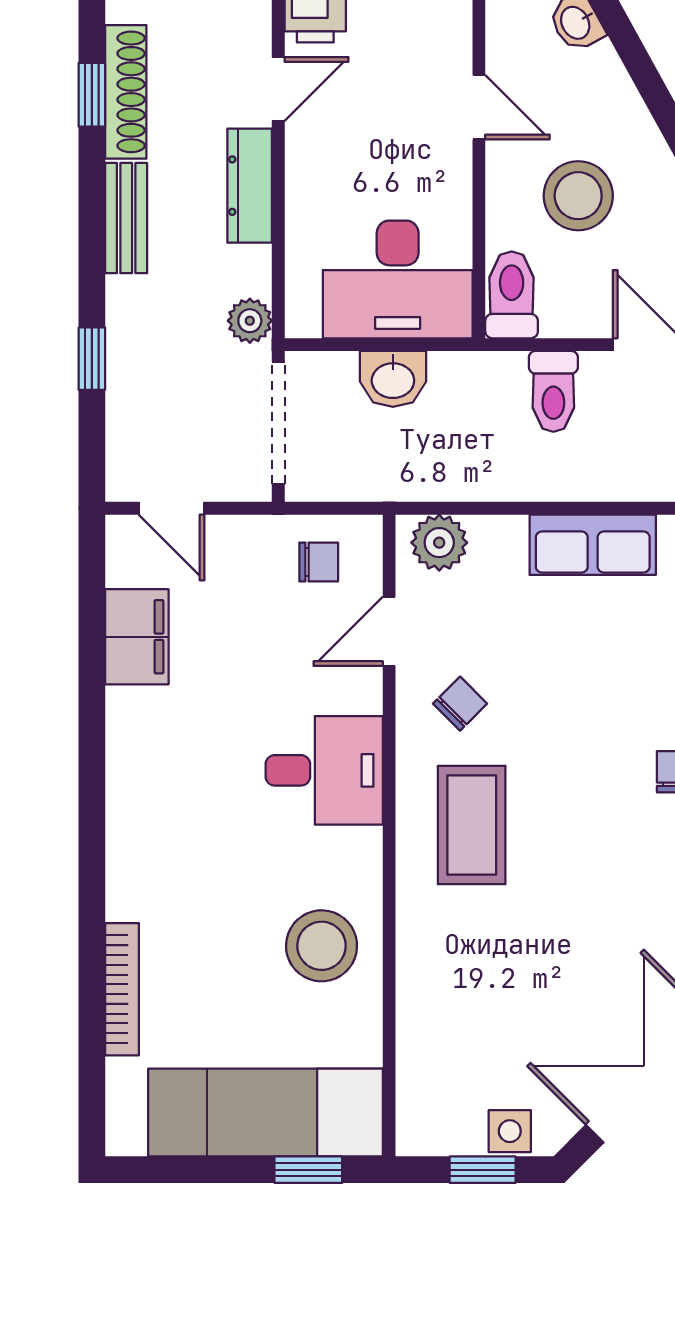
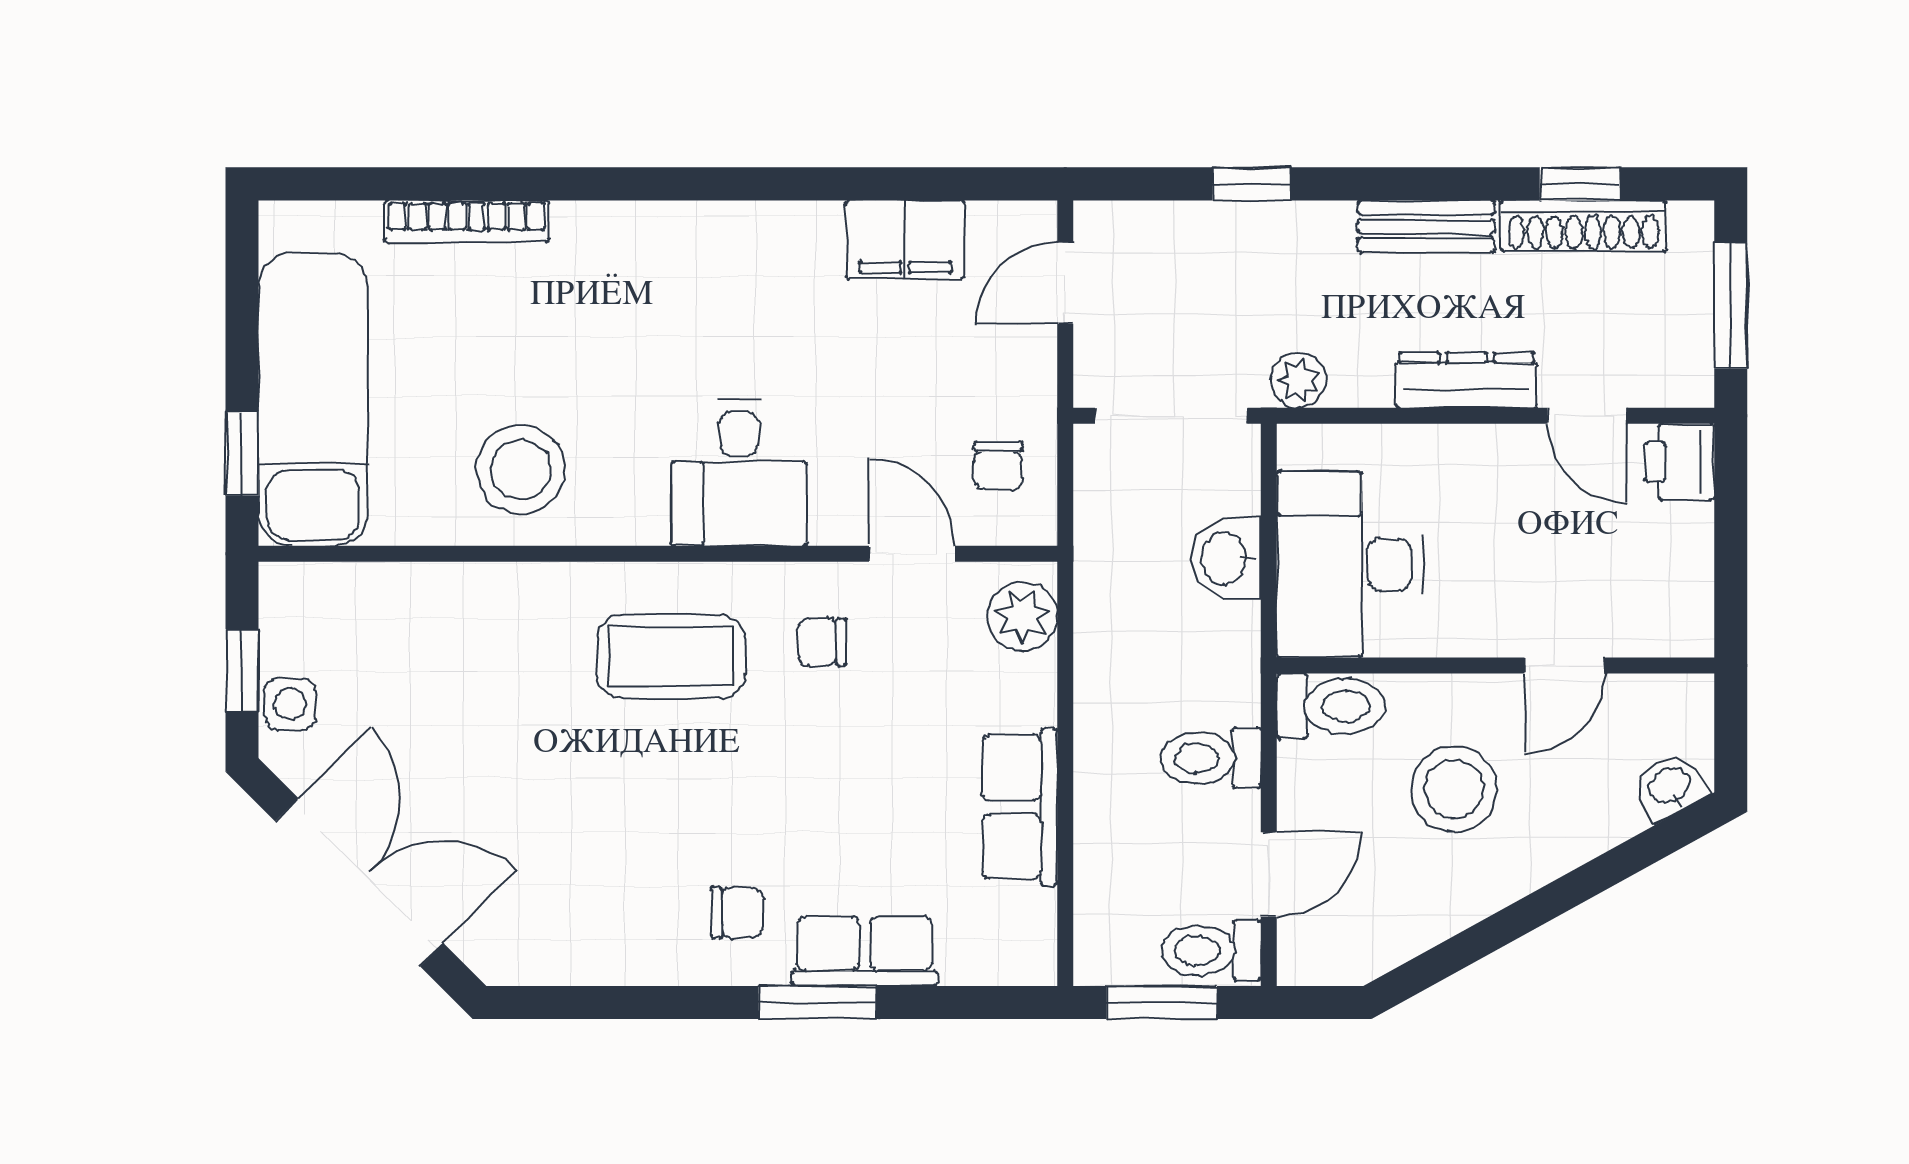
chair: (460, 704) -> (822, 642), turned 135

